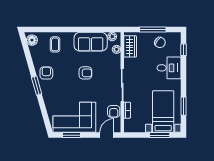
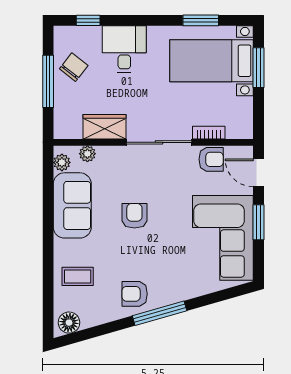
wardrobe: (130, 46) -> (105, 127), moved
window: (37, 86) -> (160, 313), width x1.44
window: (72, 135) -> (259, 222), moved

